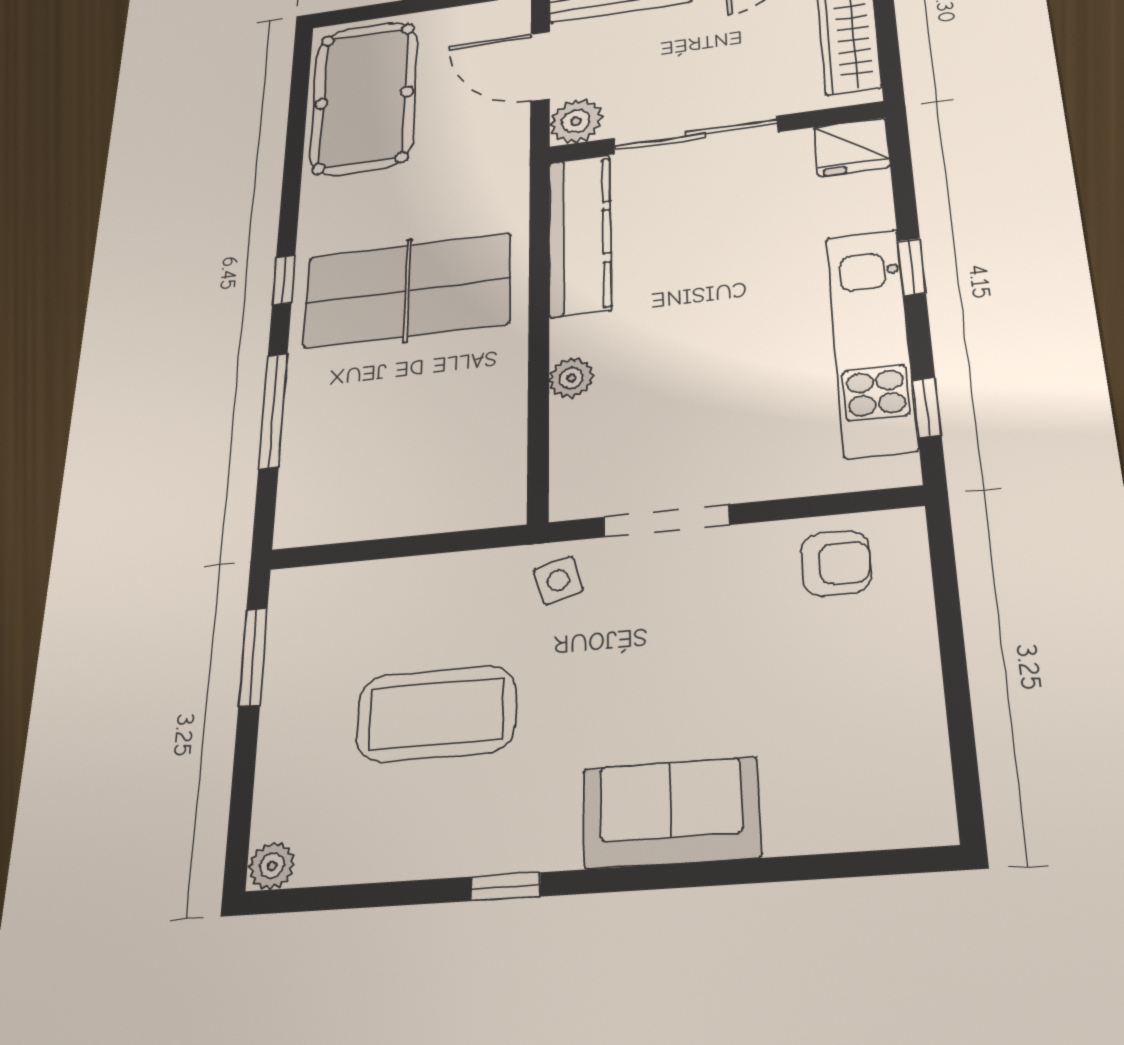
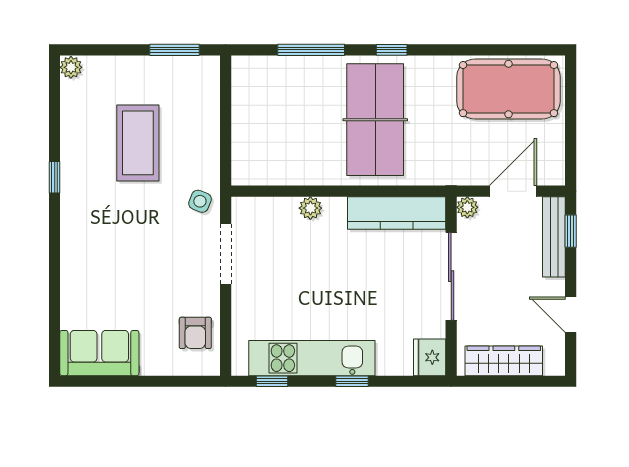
plant: (576, 121) -> (467, 207), width x0.73, depth x0.73
side table: (558, 580) -> (200, 201), turned 37
sofa: (671, 813) -> (99, 353), moved, turned -90

